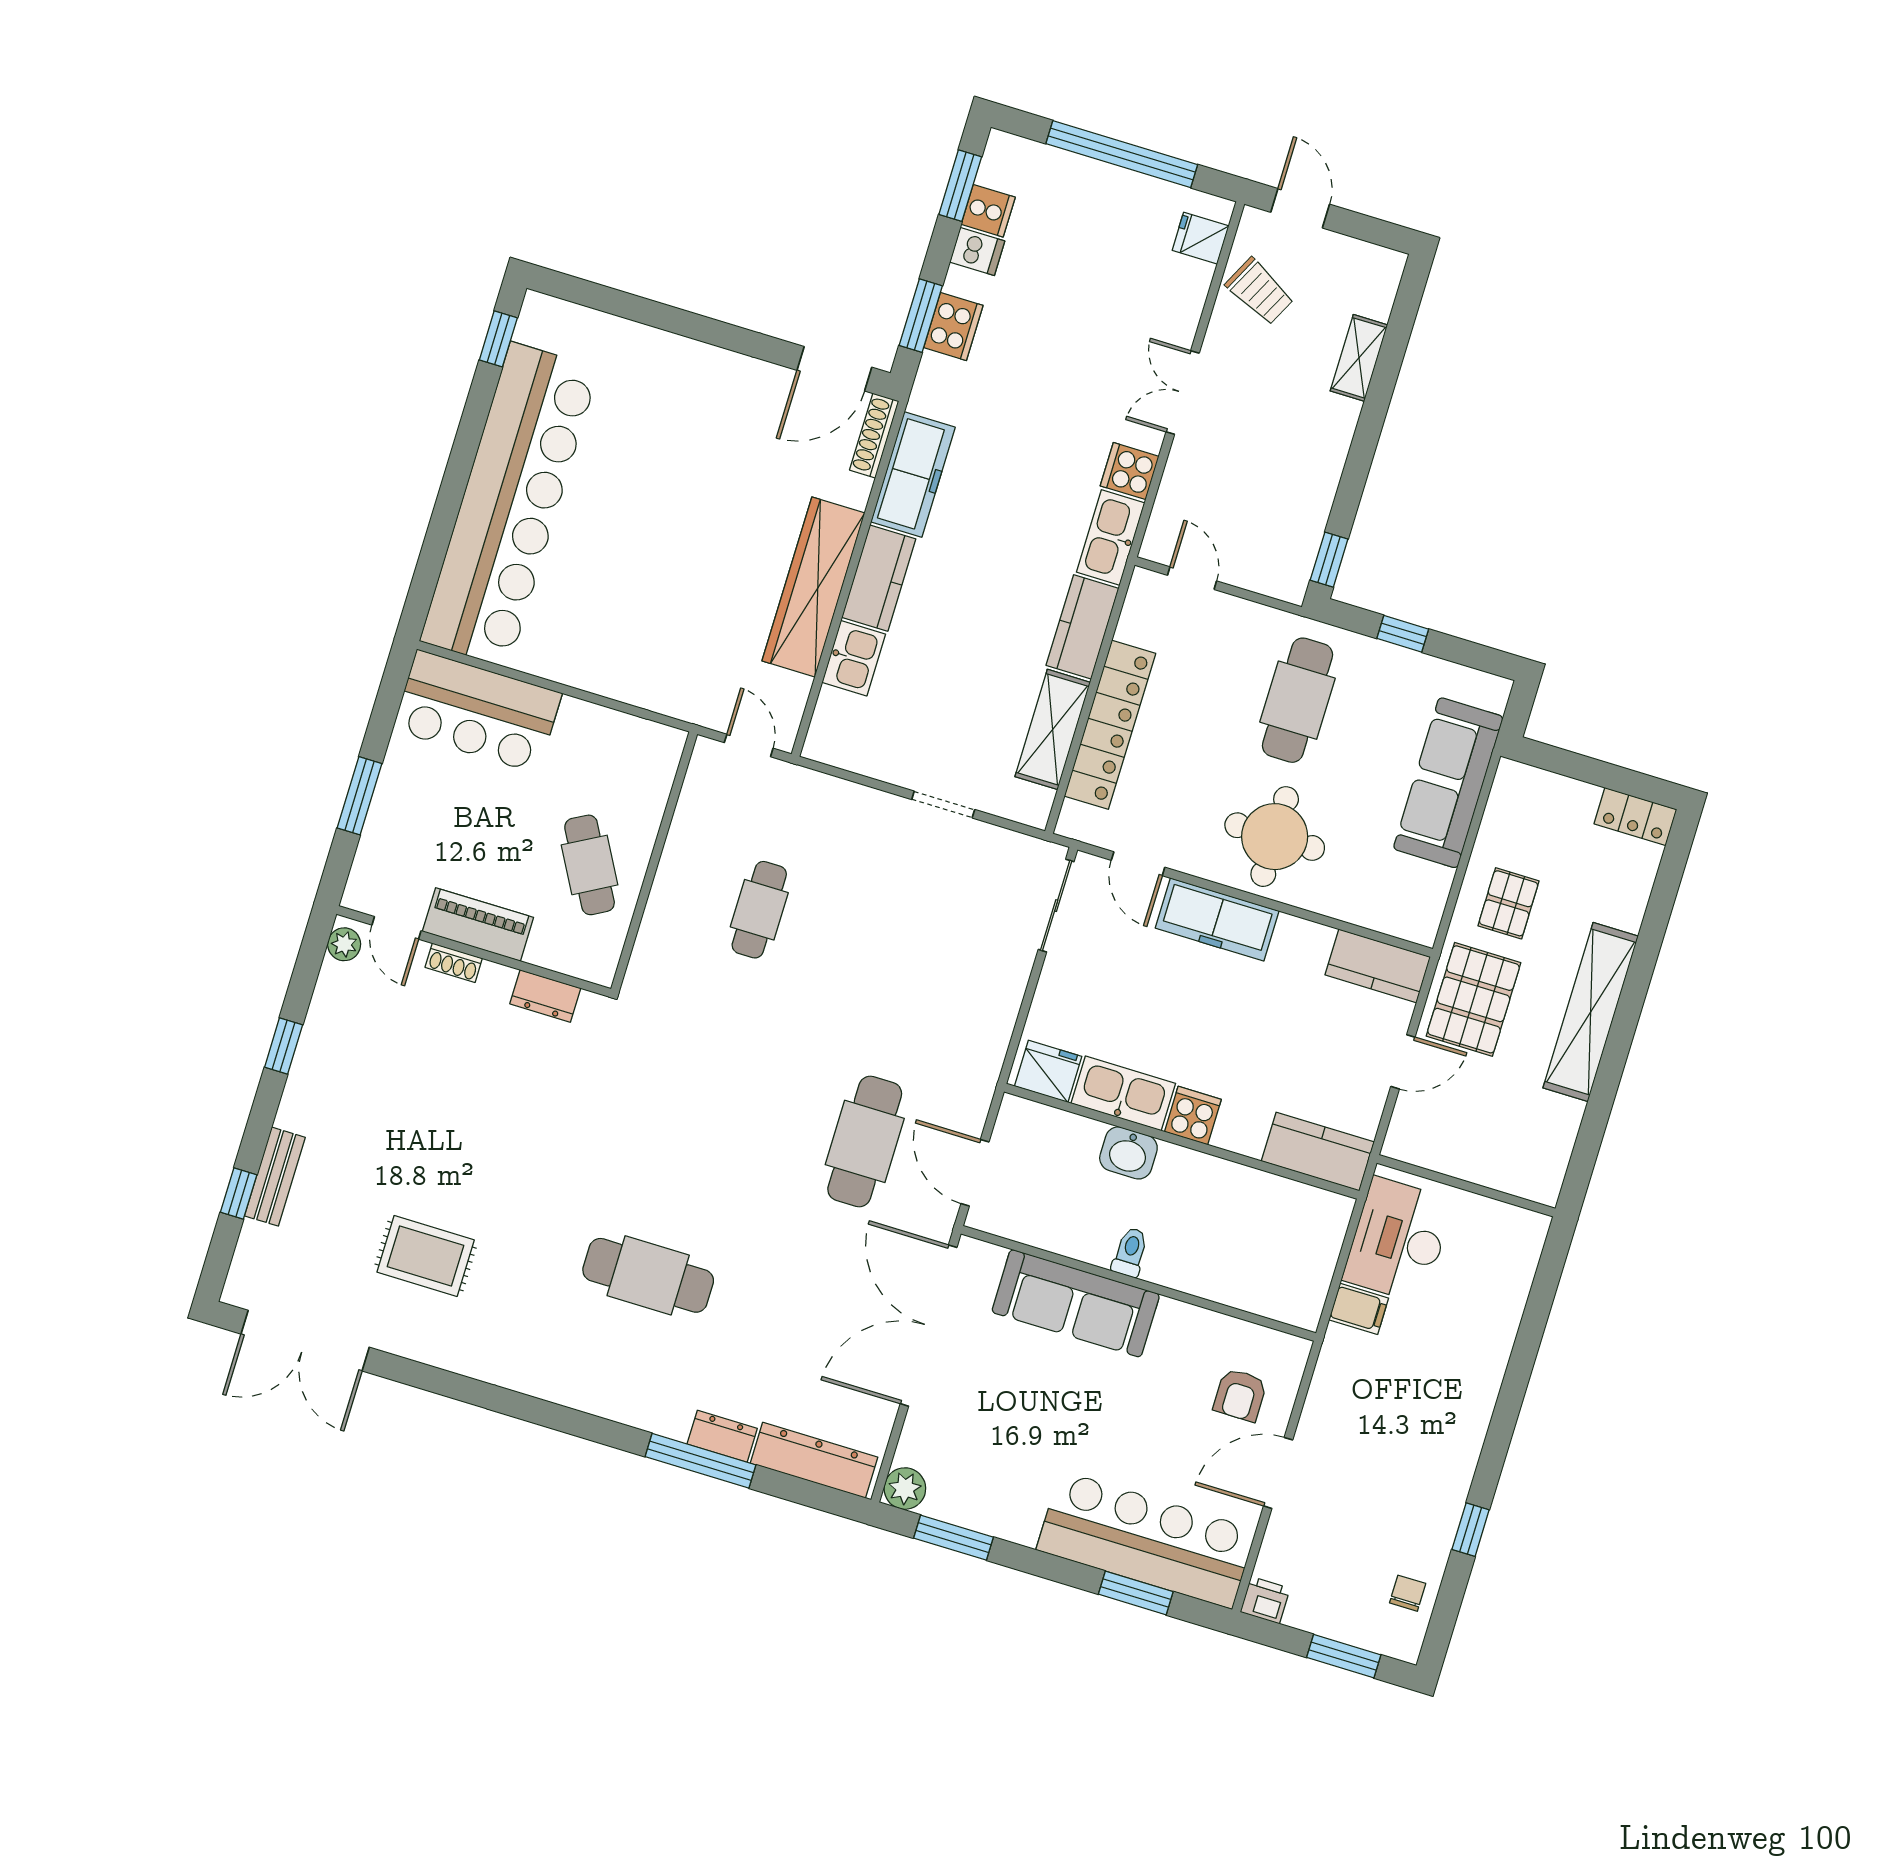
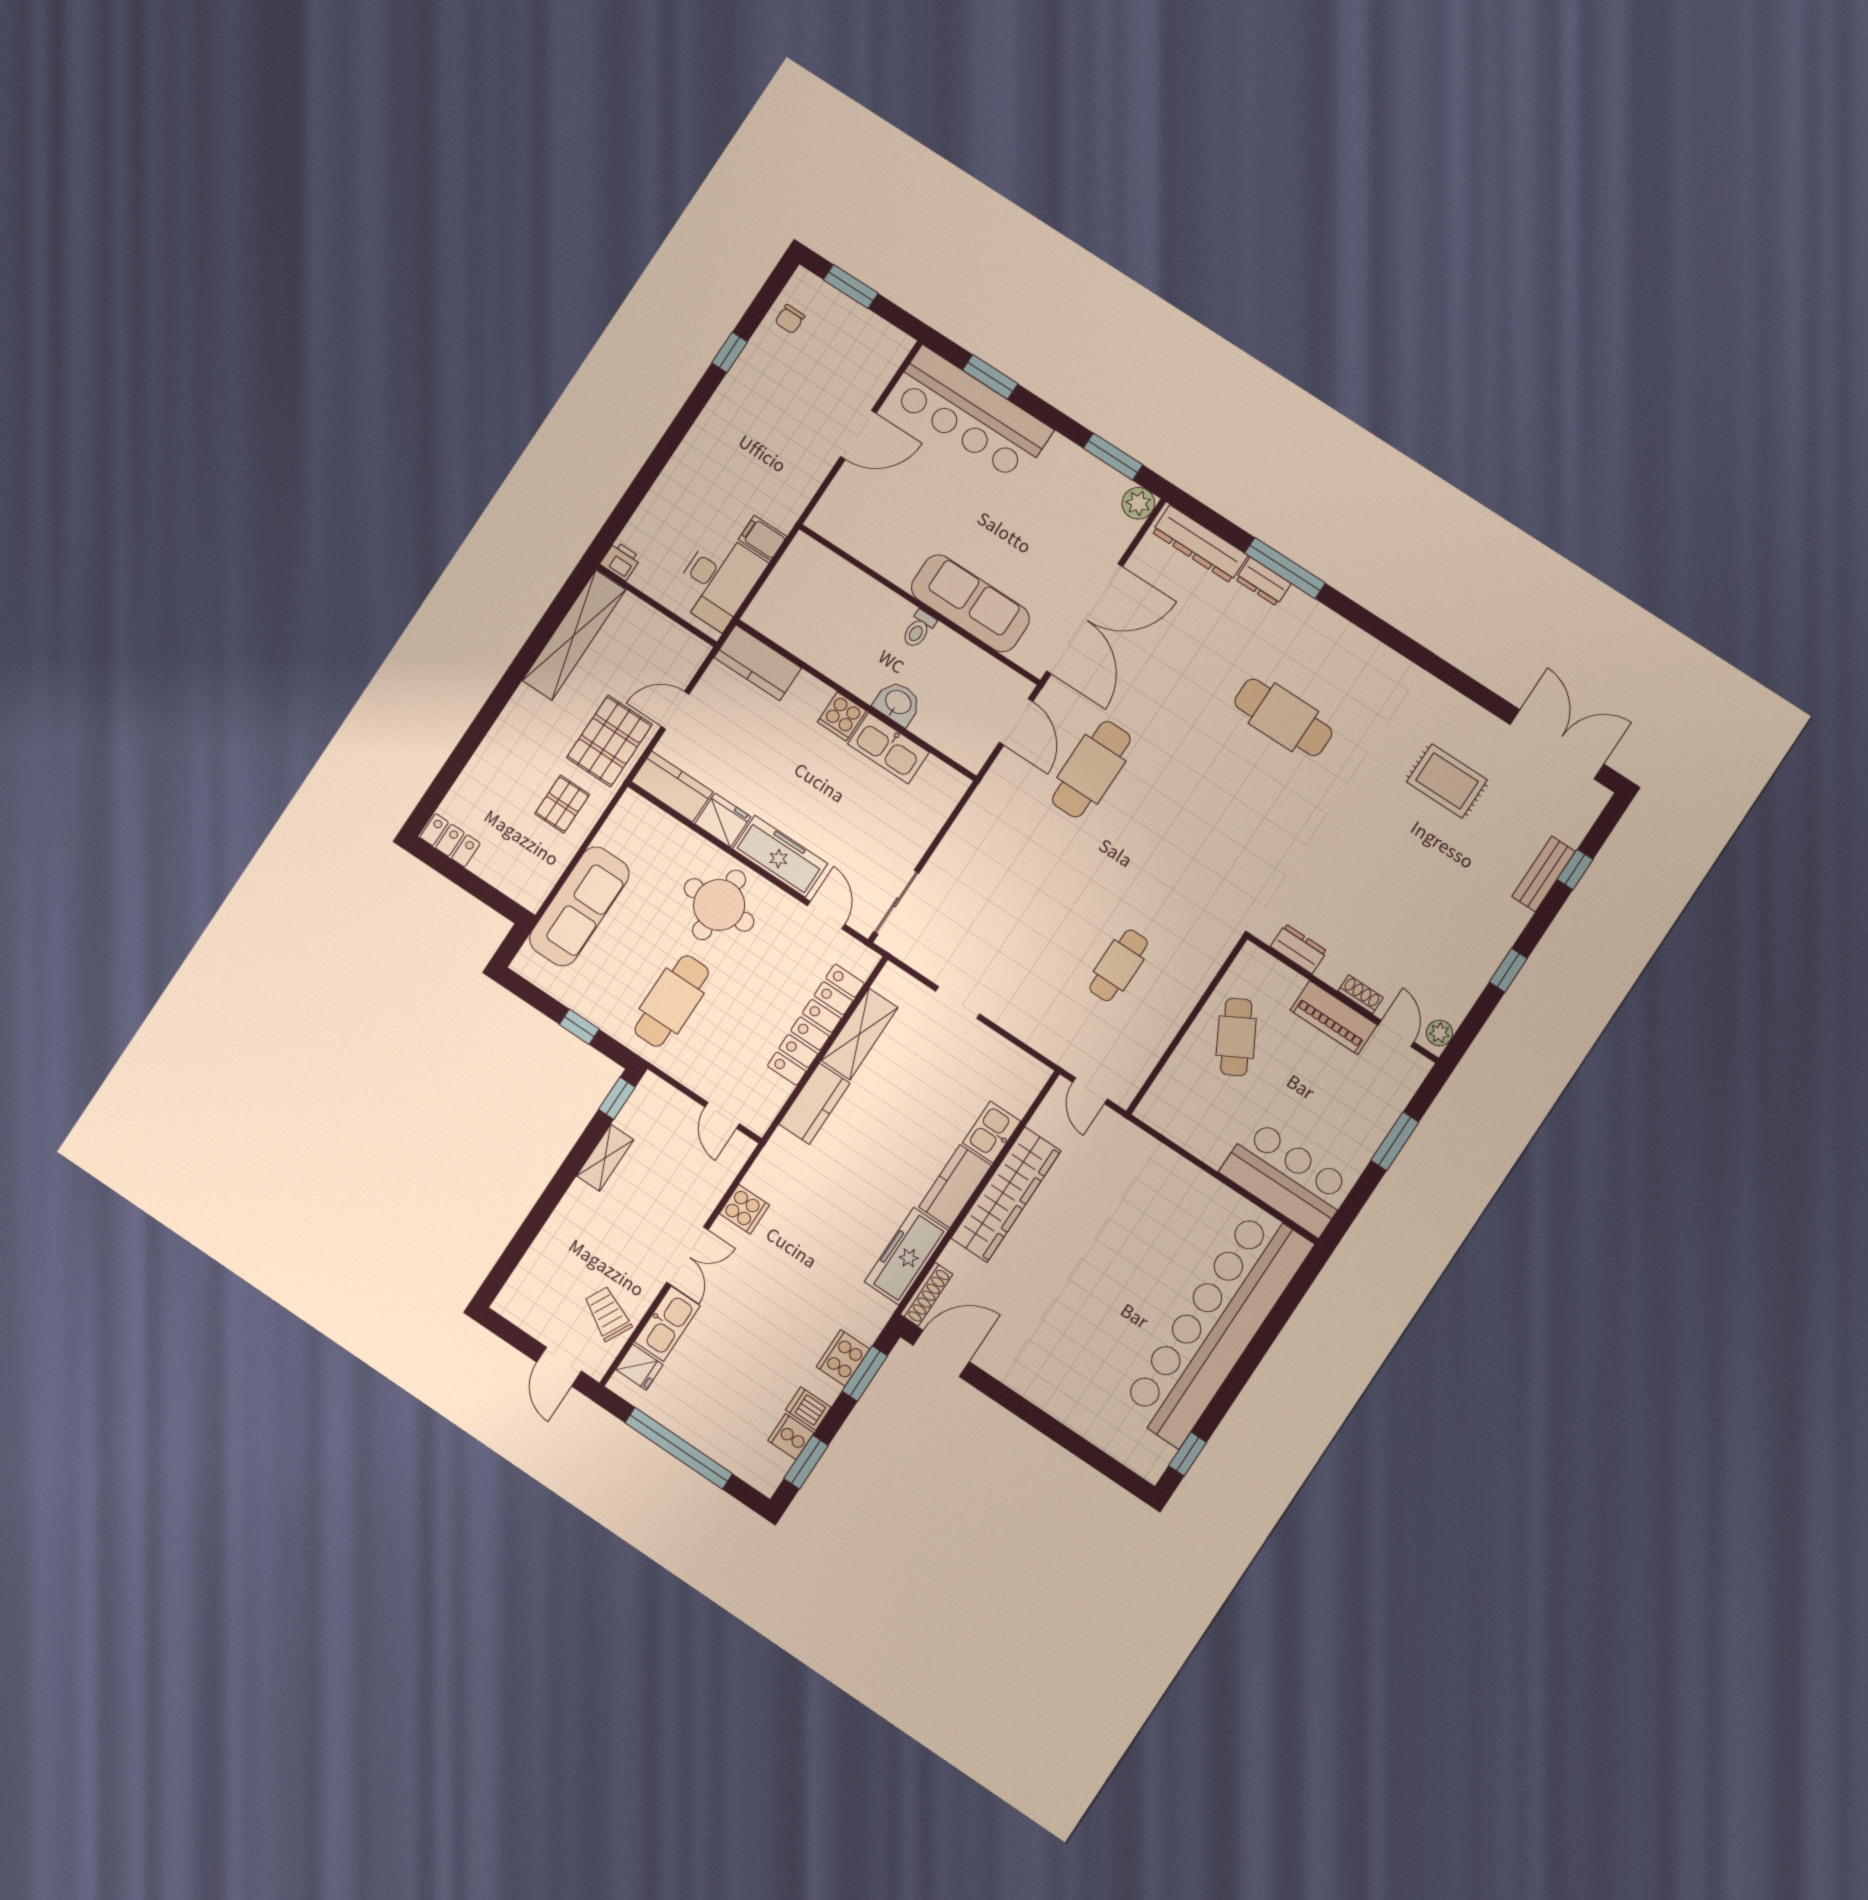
shelving: (1359, 358) -> (605, 1158), moved
kitchen sink: (1111, 537) -> (667, 1324), moved
shelving: (1591, 1012) -> (574, 635), moved
fridge: (1048, 1071) -> (723, 820), moved, turned 180
armchair: (1240, 1395) -> (869, 500), removed
printer: (1265, 1600) -> (621, 561), moved, turned 180

